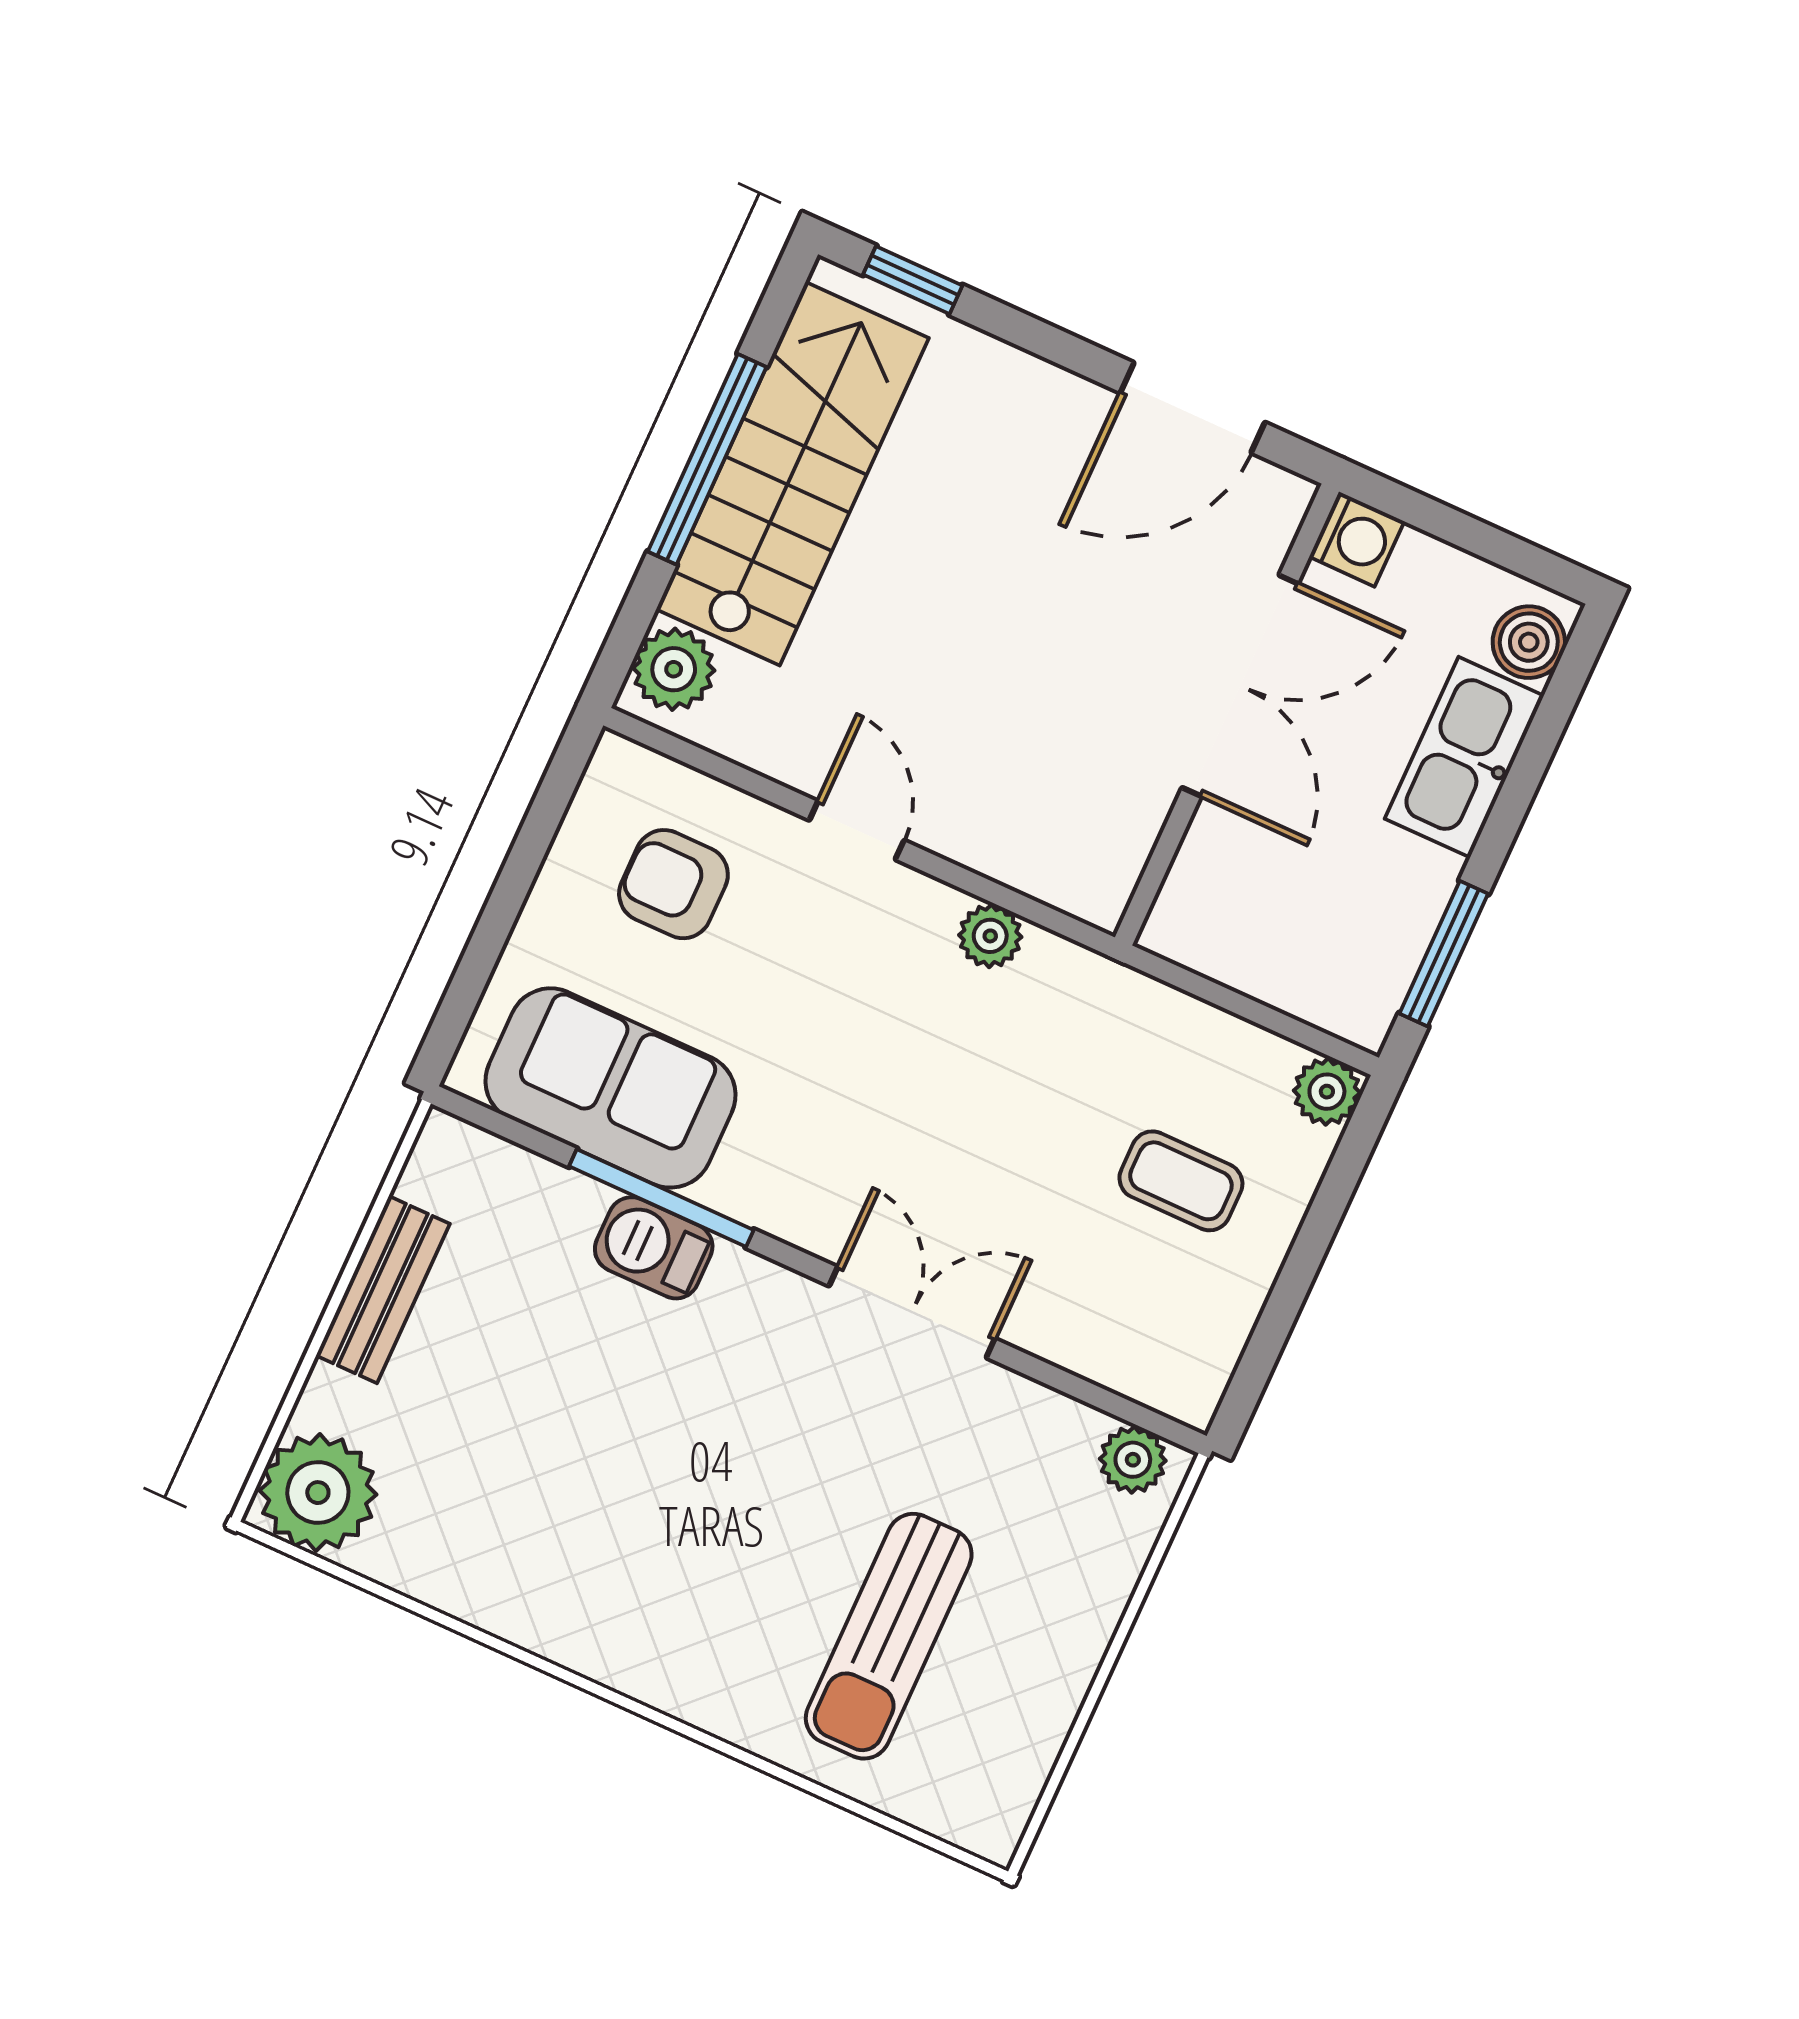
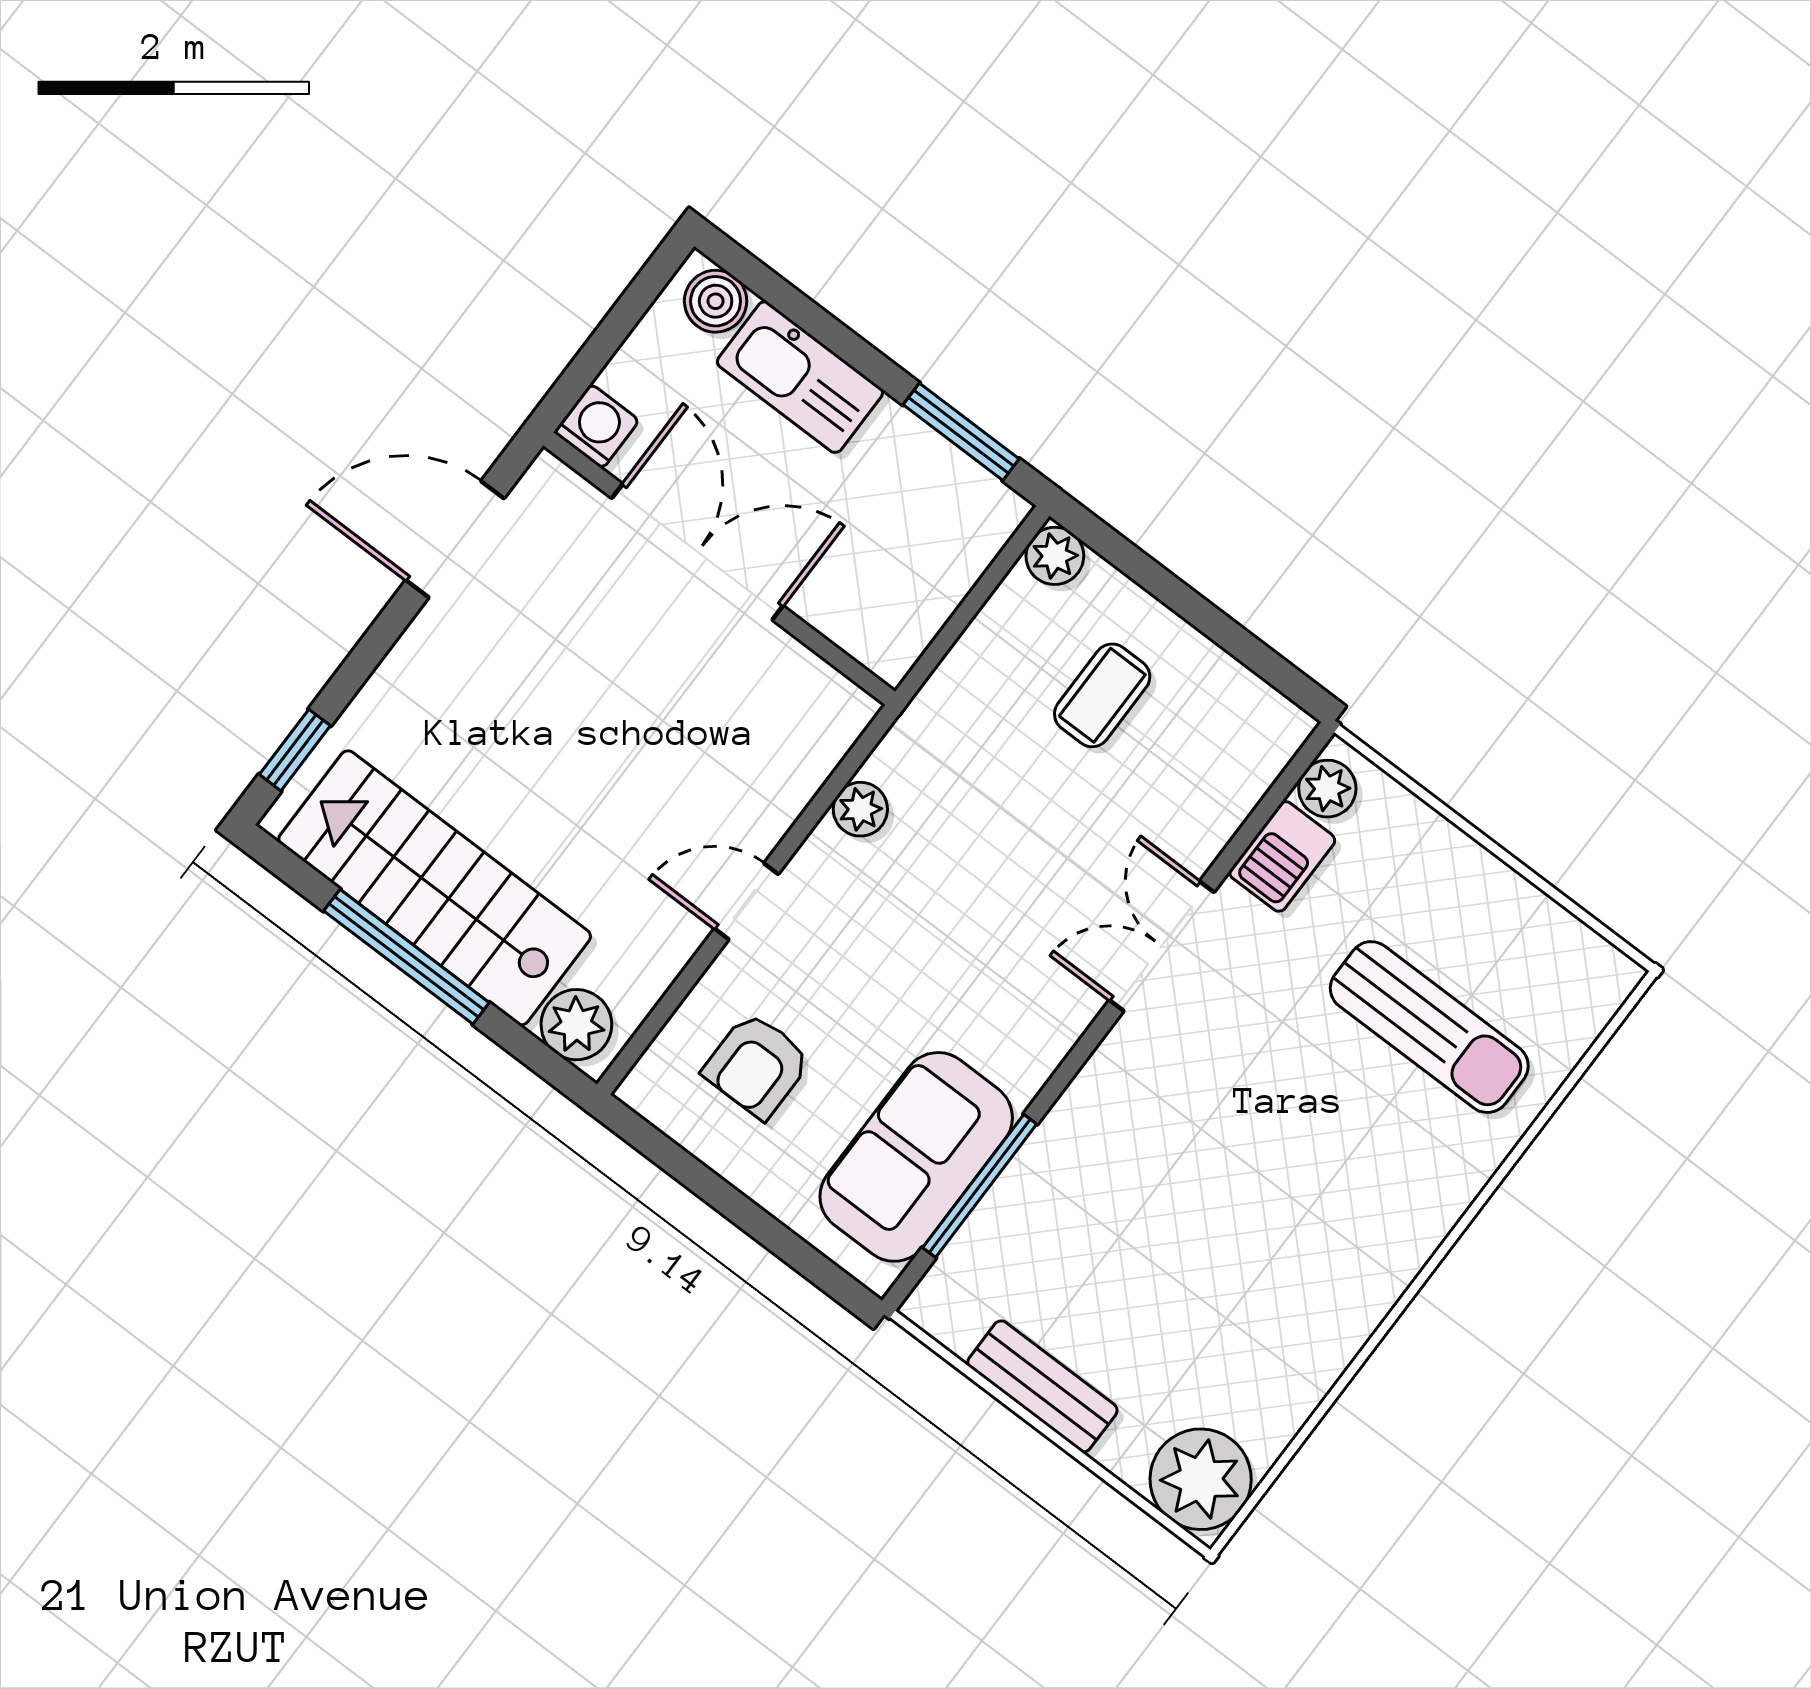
door: (1193, 408) -> (455, 539), swing flipped
window: (661, 1198) -> (980, 1186), moved
barbecue: (654, 1248) -> (1282, 856), moved

